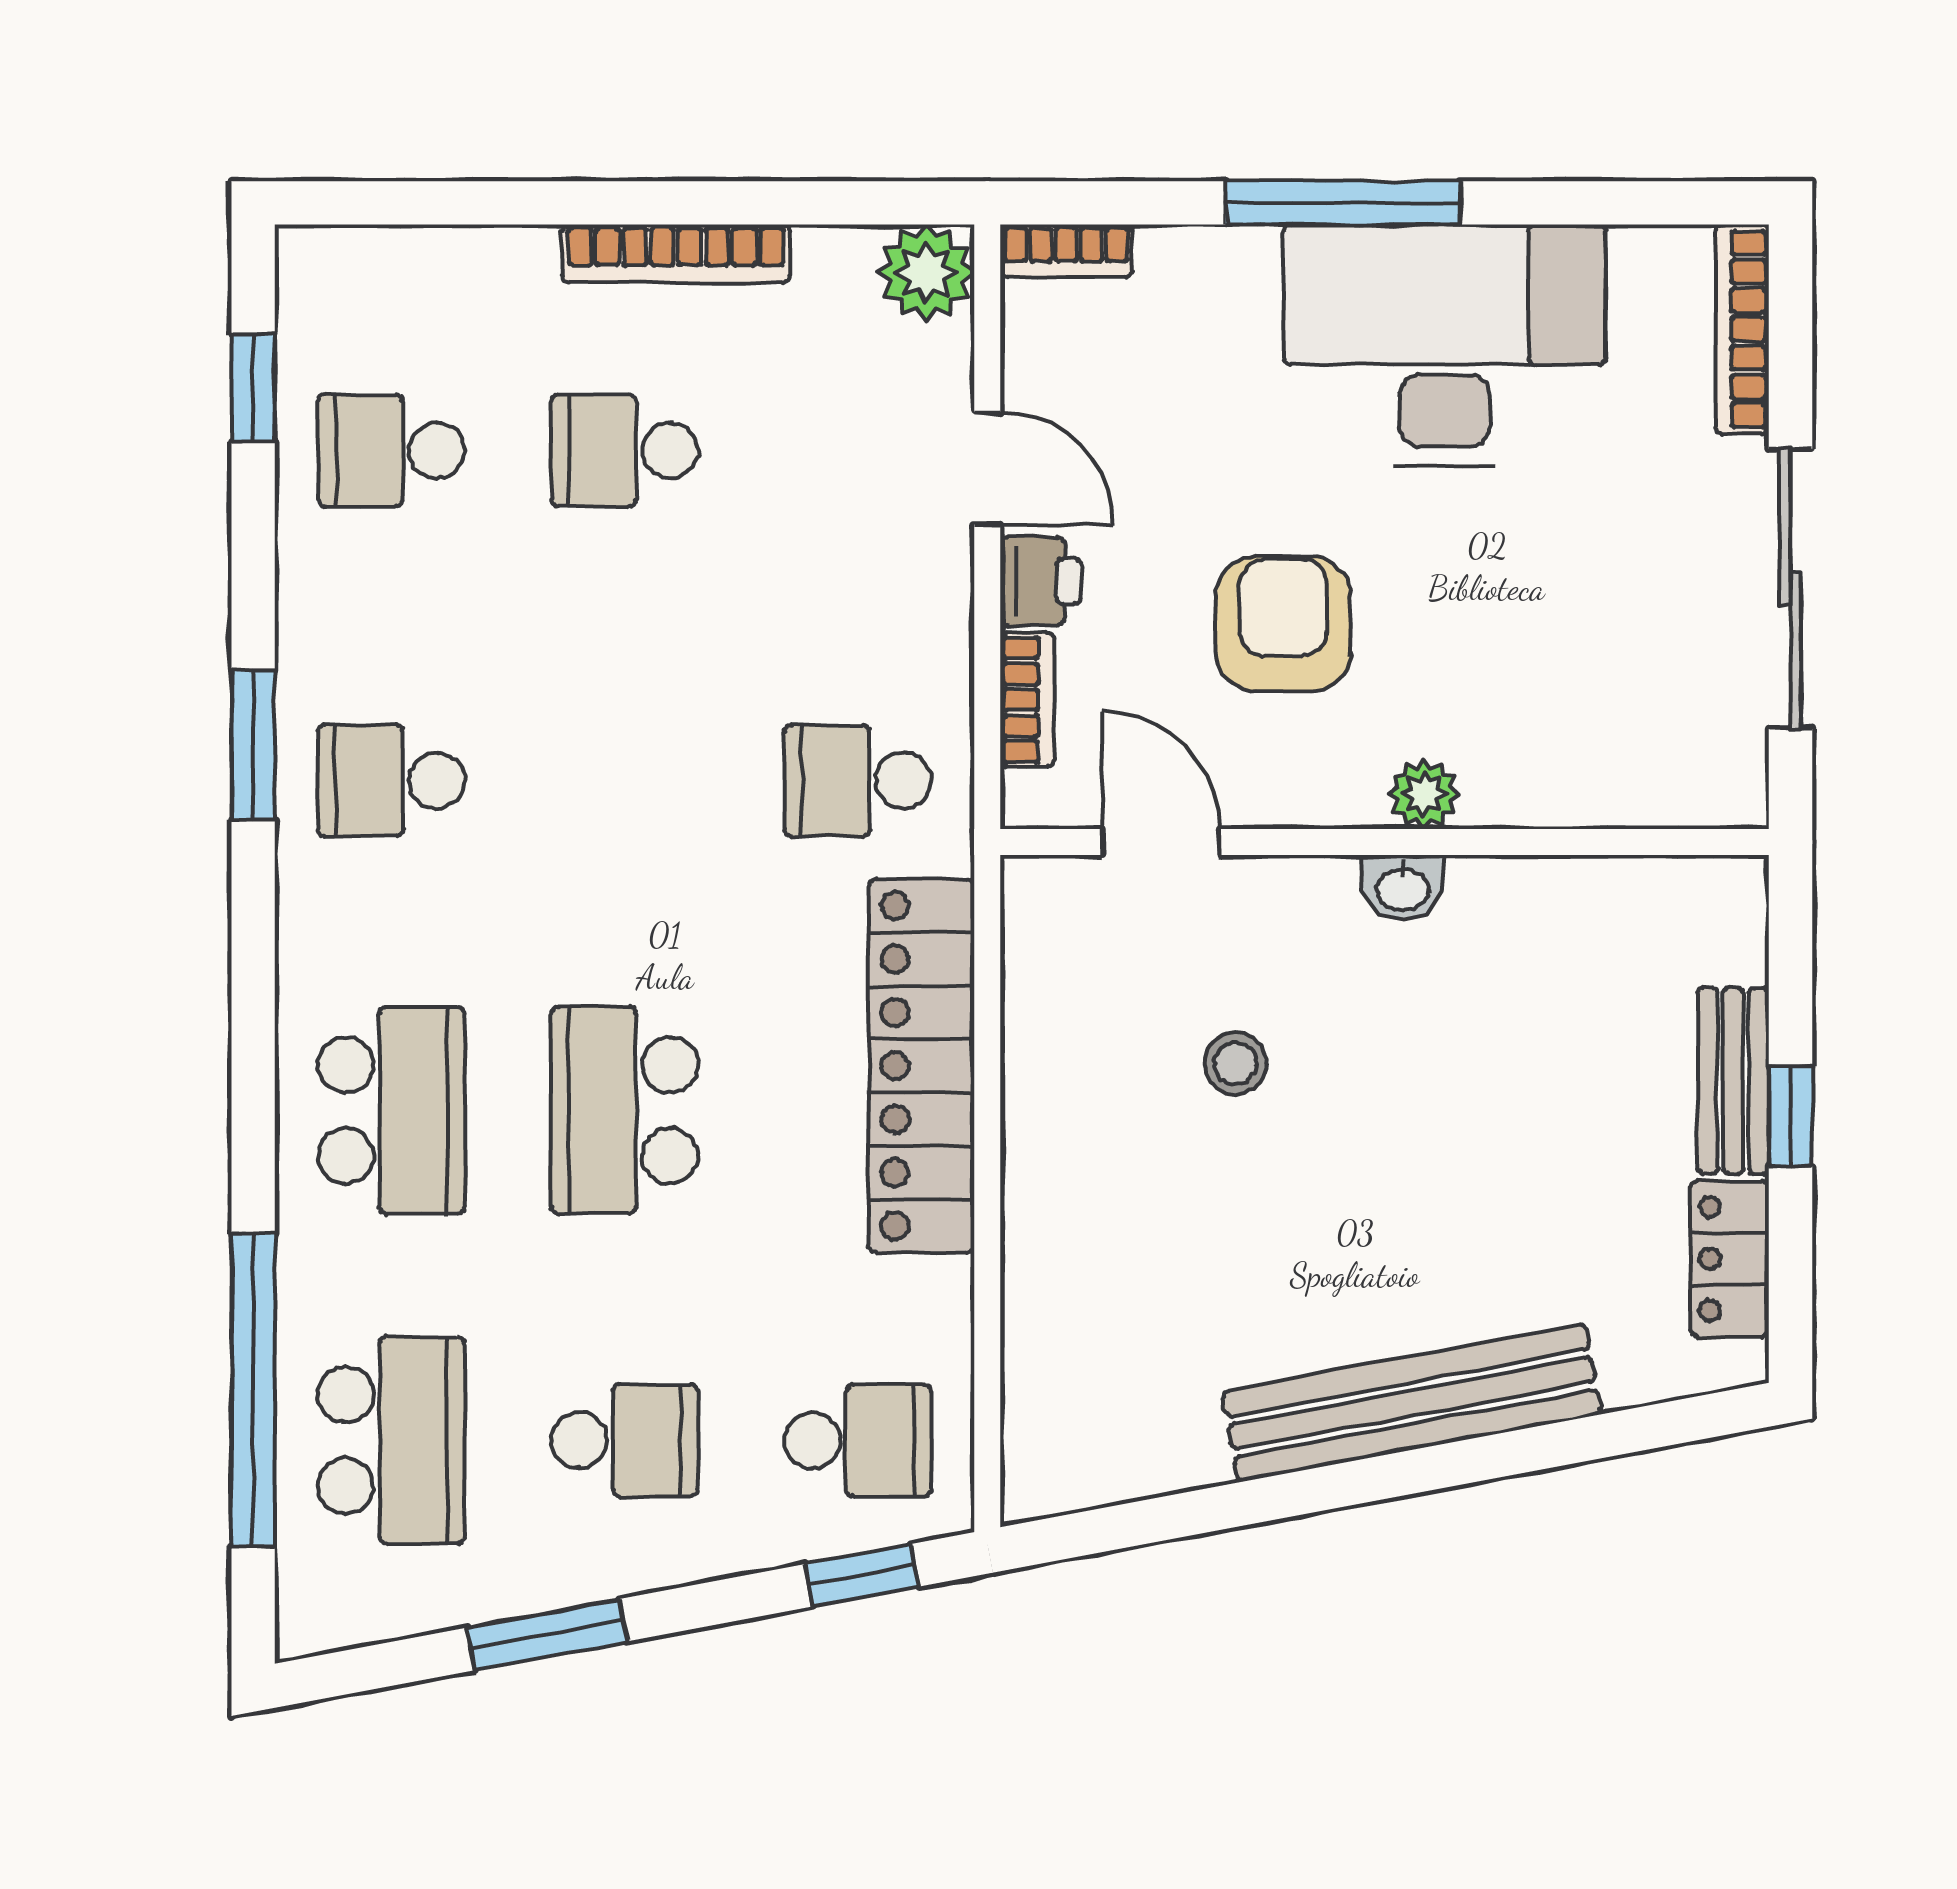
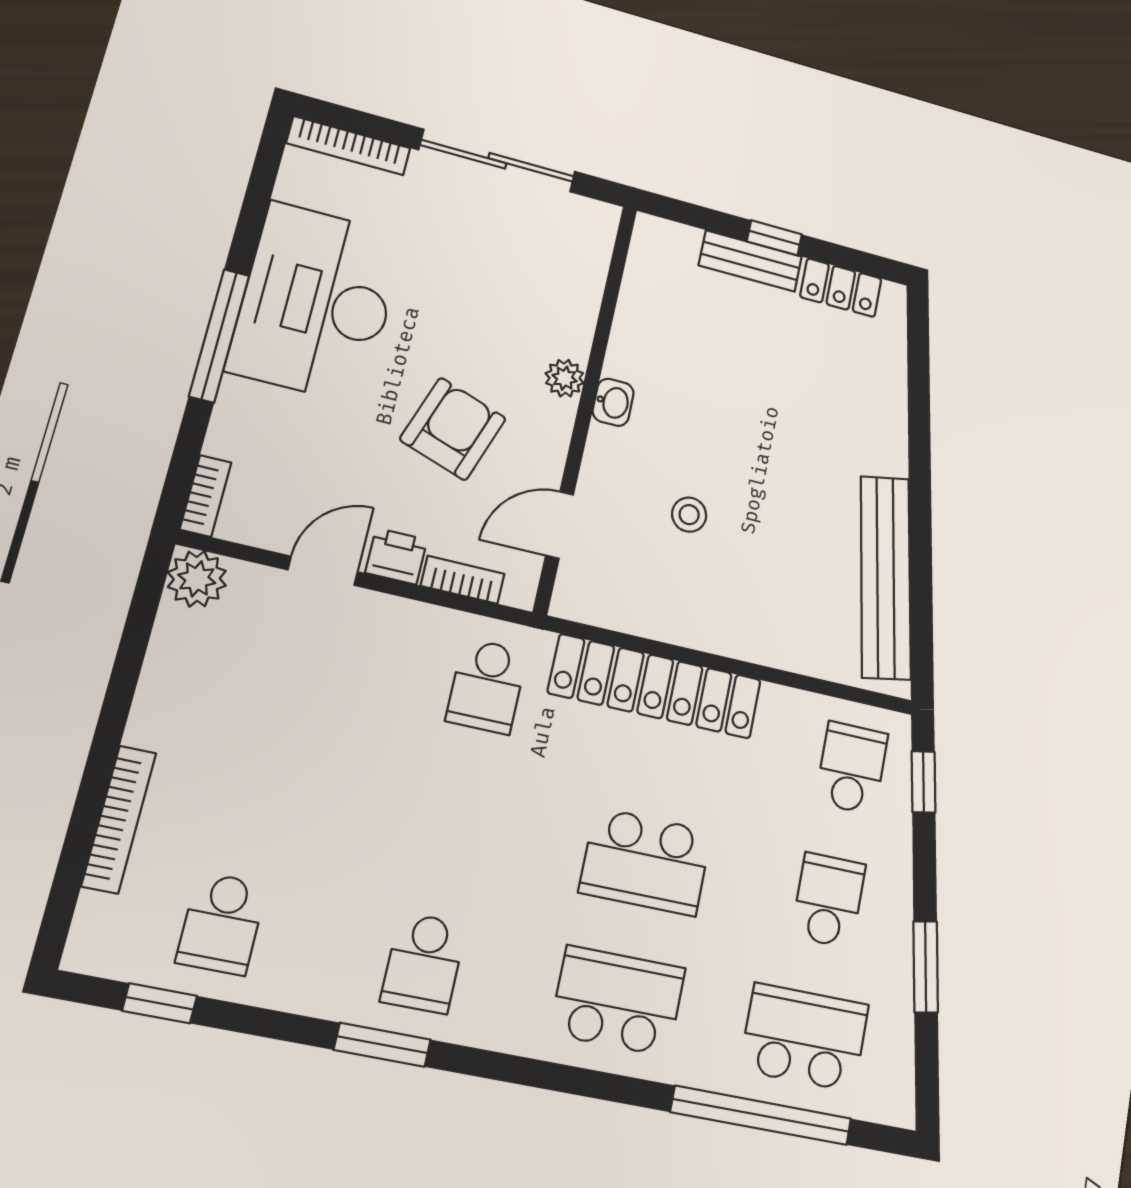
bookcase: (676, 254) -> (119, 819), moved
school desk: (625, 451) -> (258, 780), removed
armchair: (1283, 624) -> (453, 429), turned 109
bench: (1412, 1403) -> (886, 577), moved

